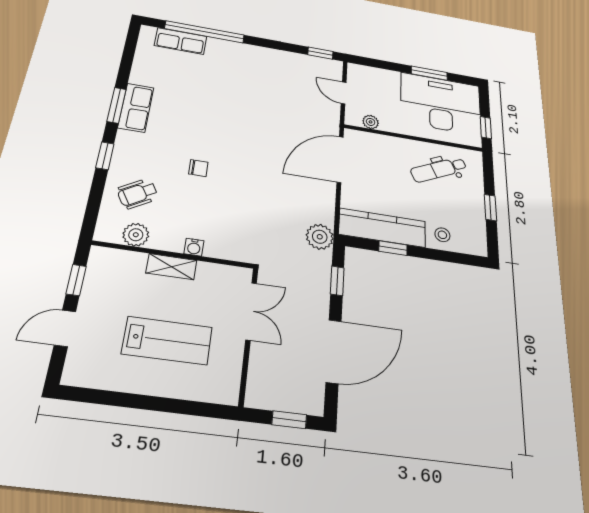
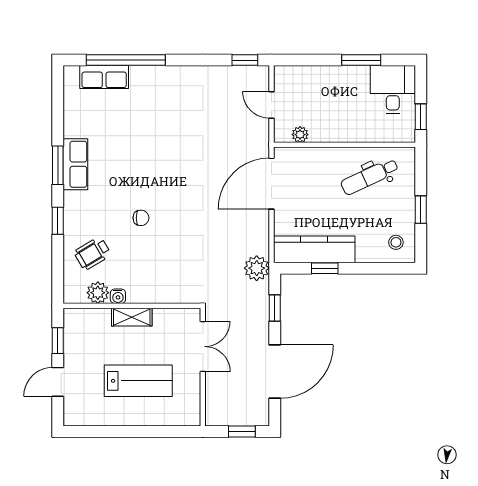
desk: (441, 104) -> (393, 90), width x0.53, depth x0.77
stool: (442, 235) -> (396, 242), moved
water cooler: (194, 247) -> (118, 296), moved

